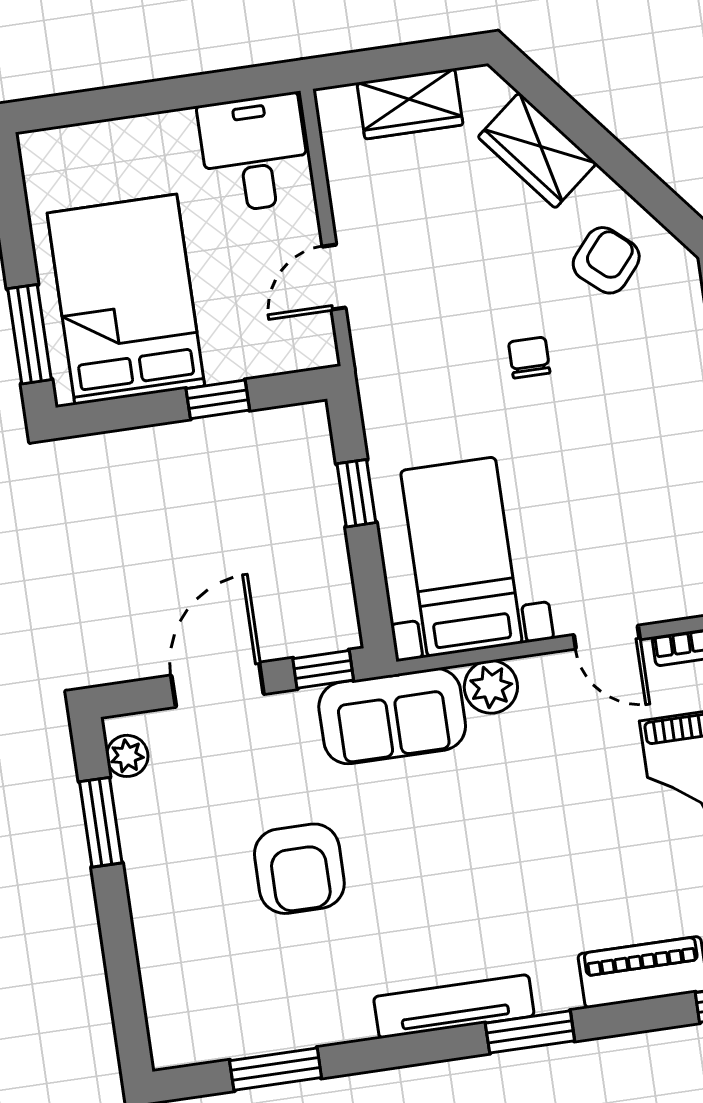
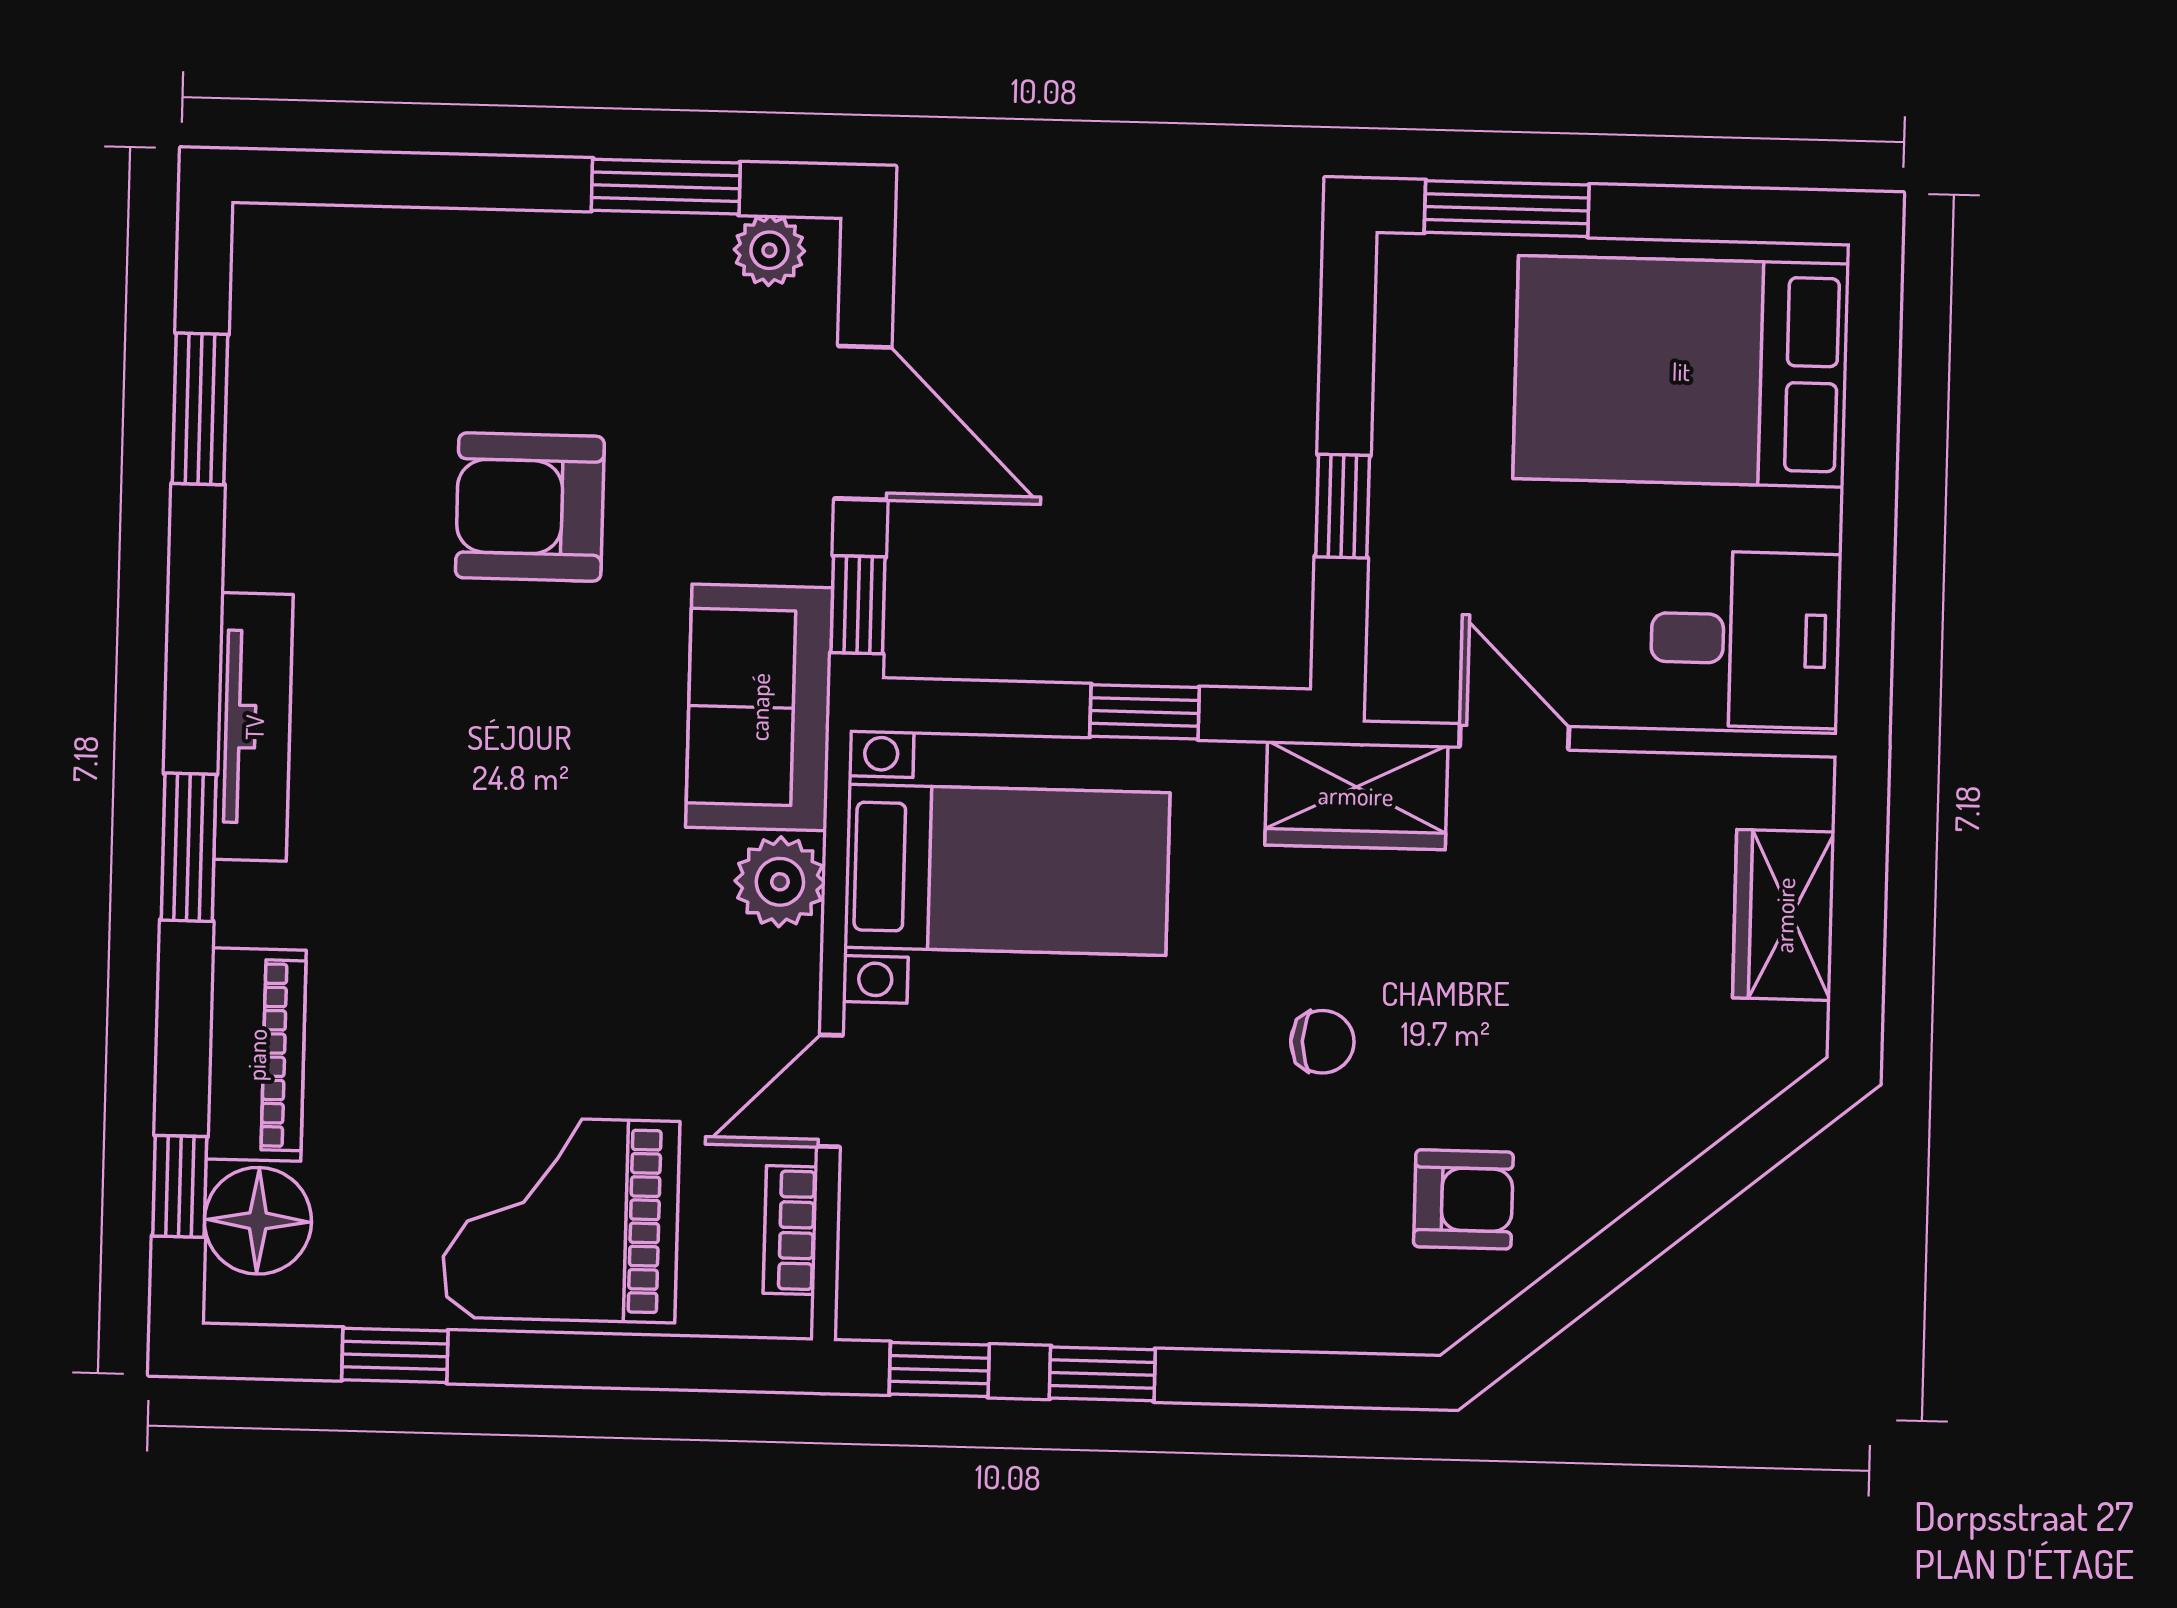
wardrobe: (537, 150) -> (1356, 795), moved, turned -141
armchair: (606, 260) -> (1463, 1199), turned -41
bed: (126, 299) -> (1681, 371), moved, turned 180

